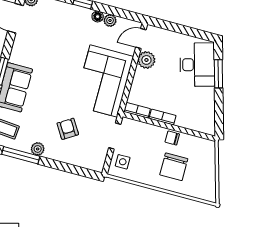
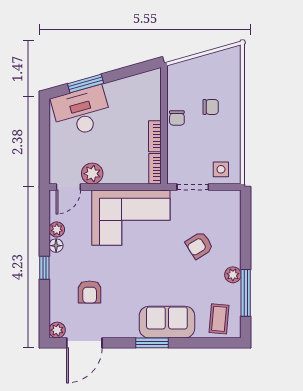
armchair: (54, 33) -> (90, 292), added
door: (141, 38) -> (68, 187), hinge flipped
chair: (174, 167) -> (211, 107), width x0.54, depth x0.54

